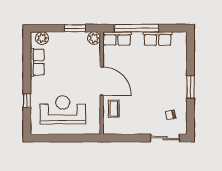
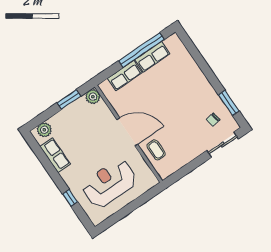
window: (136, 28) -> (141, 50), moved
row of seats: (117, 38) -> (125, 75), moved
window: (190, 87) -> (229, 103), moved

